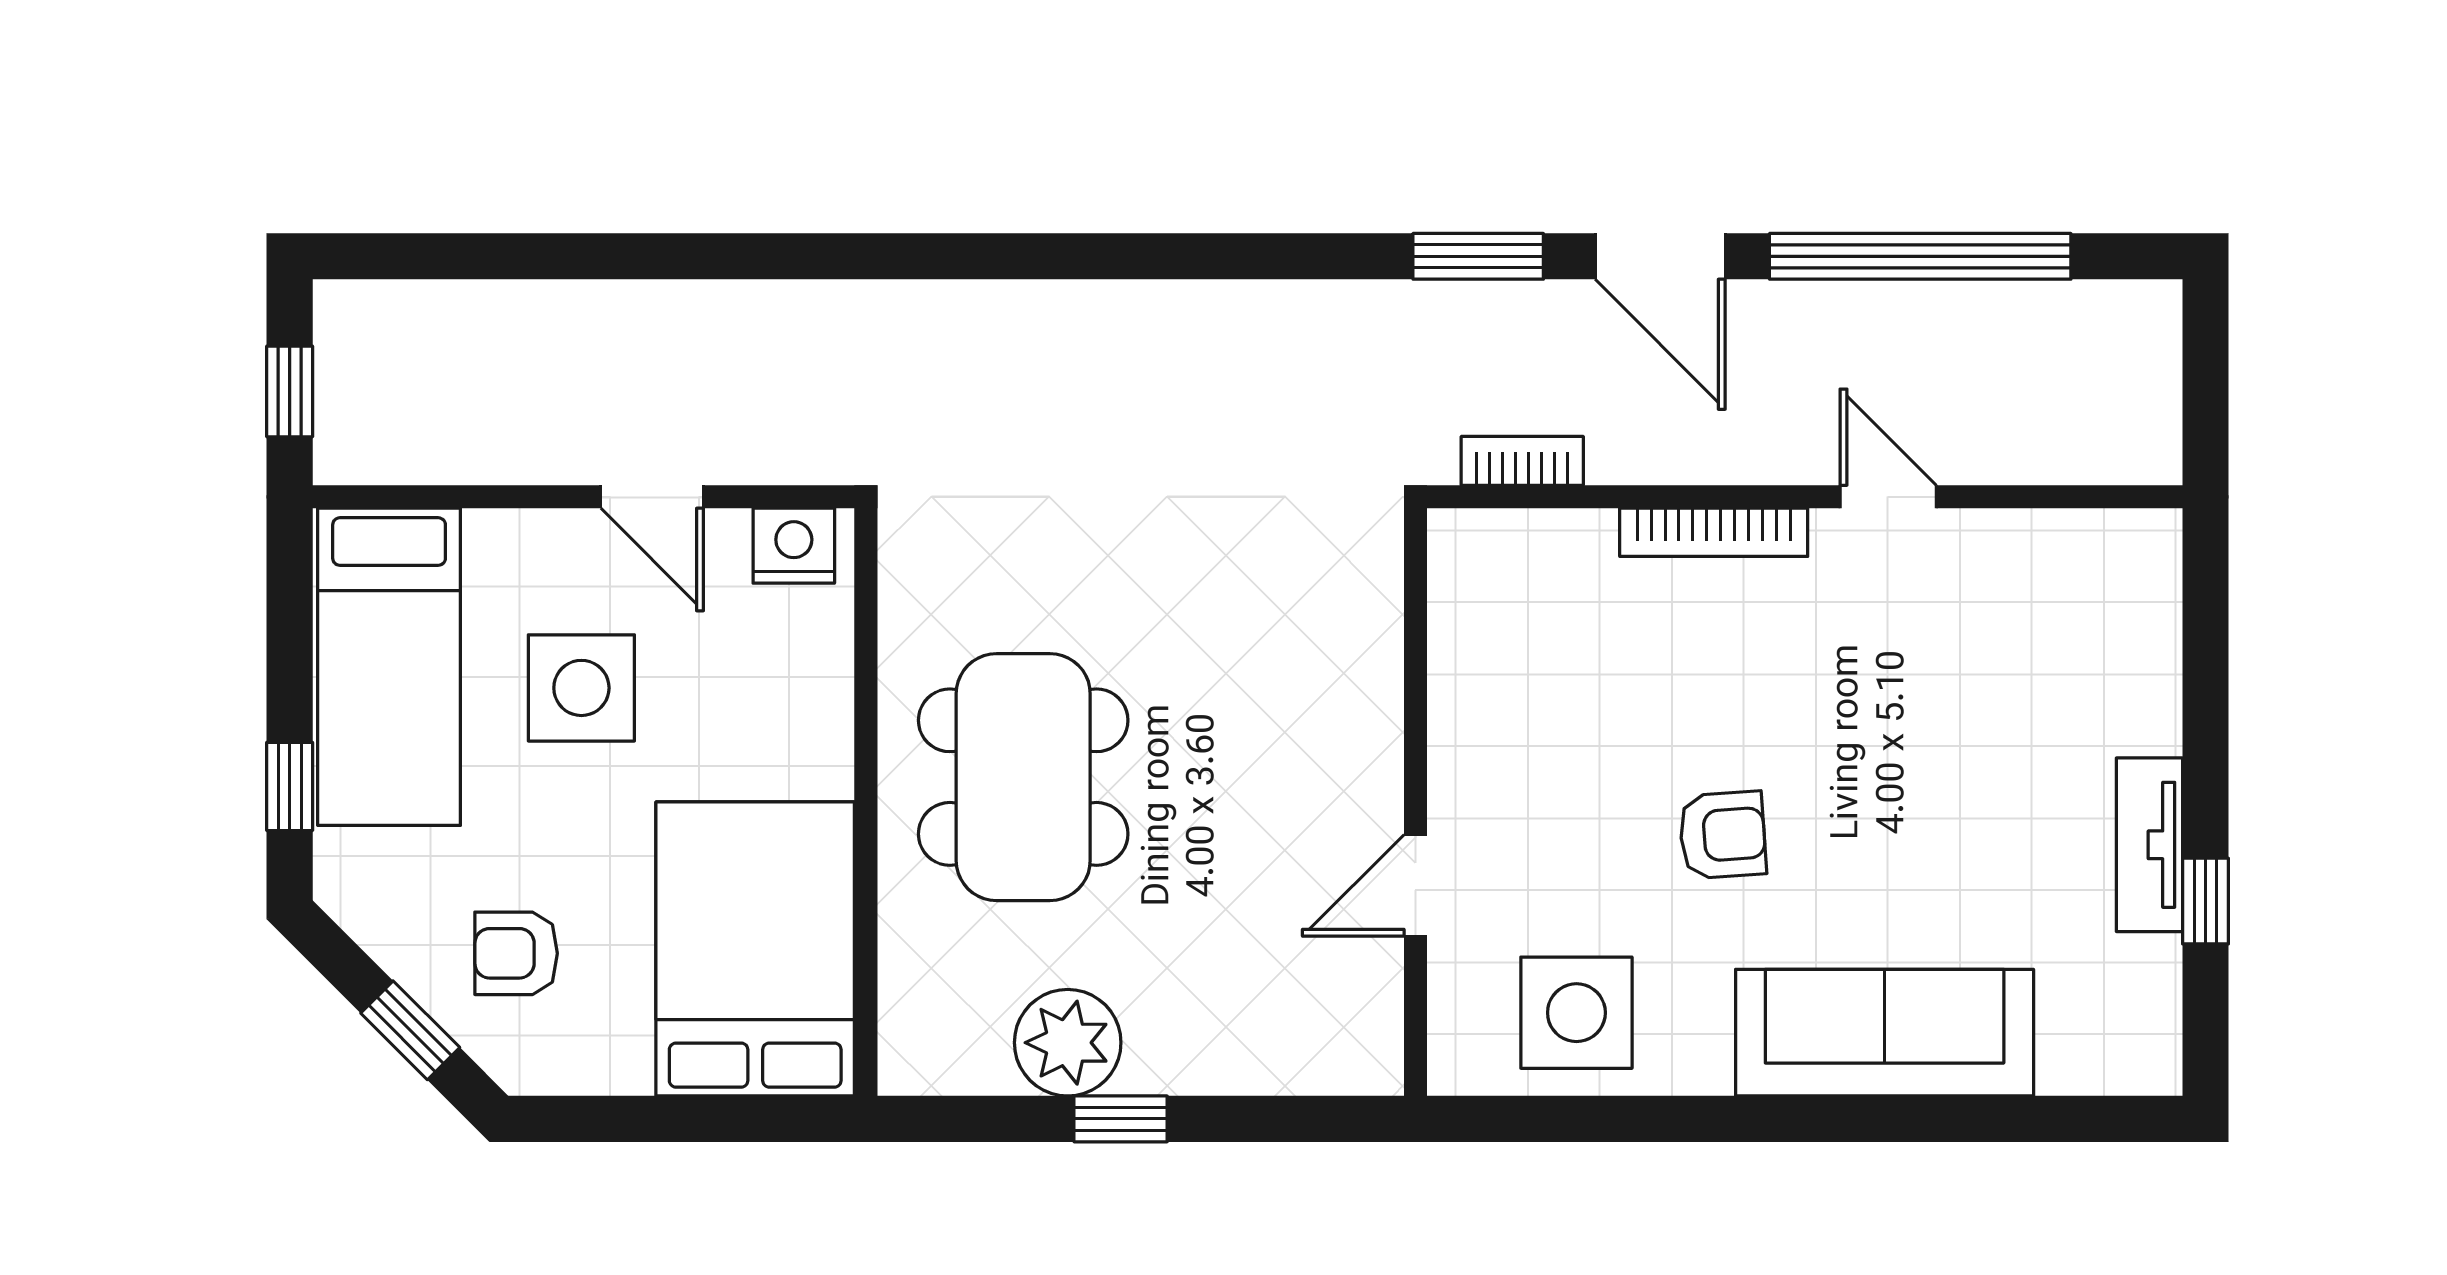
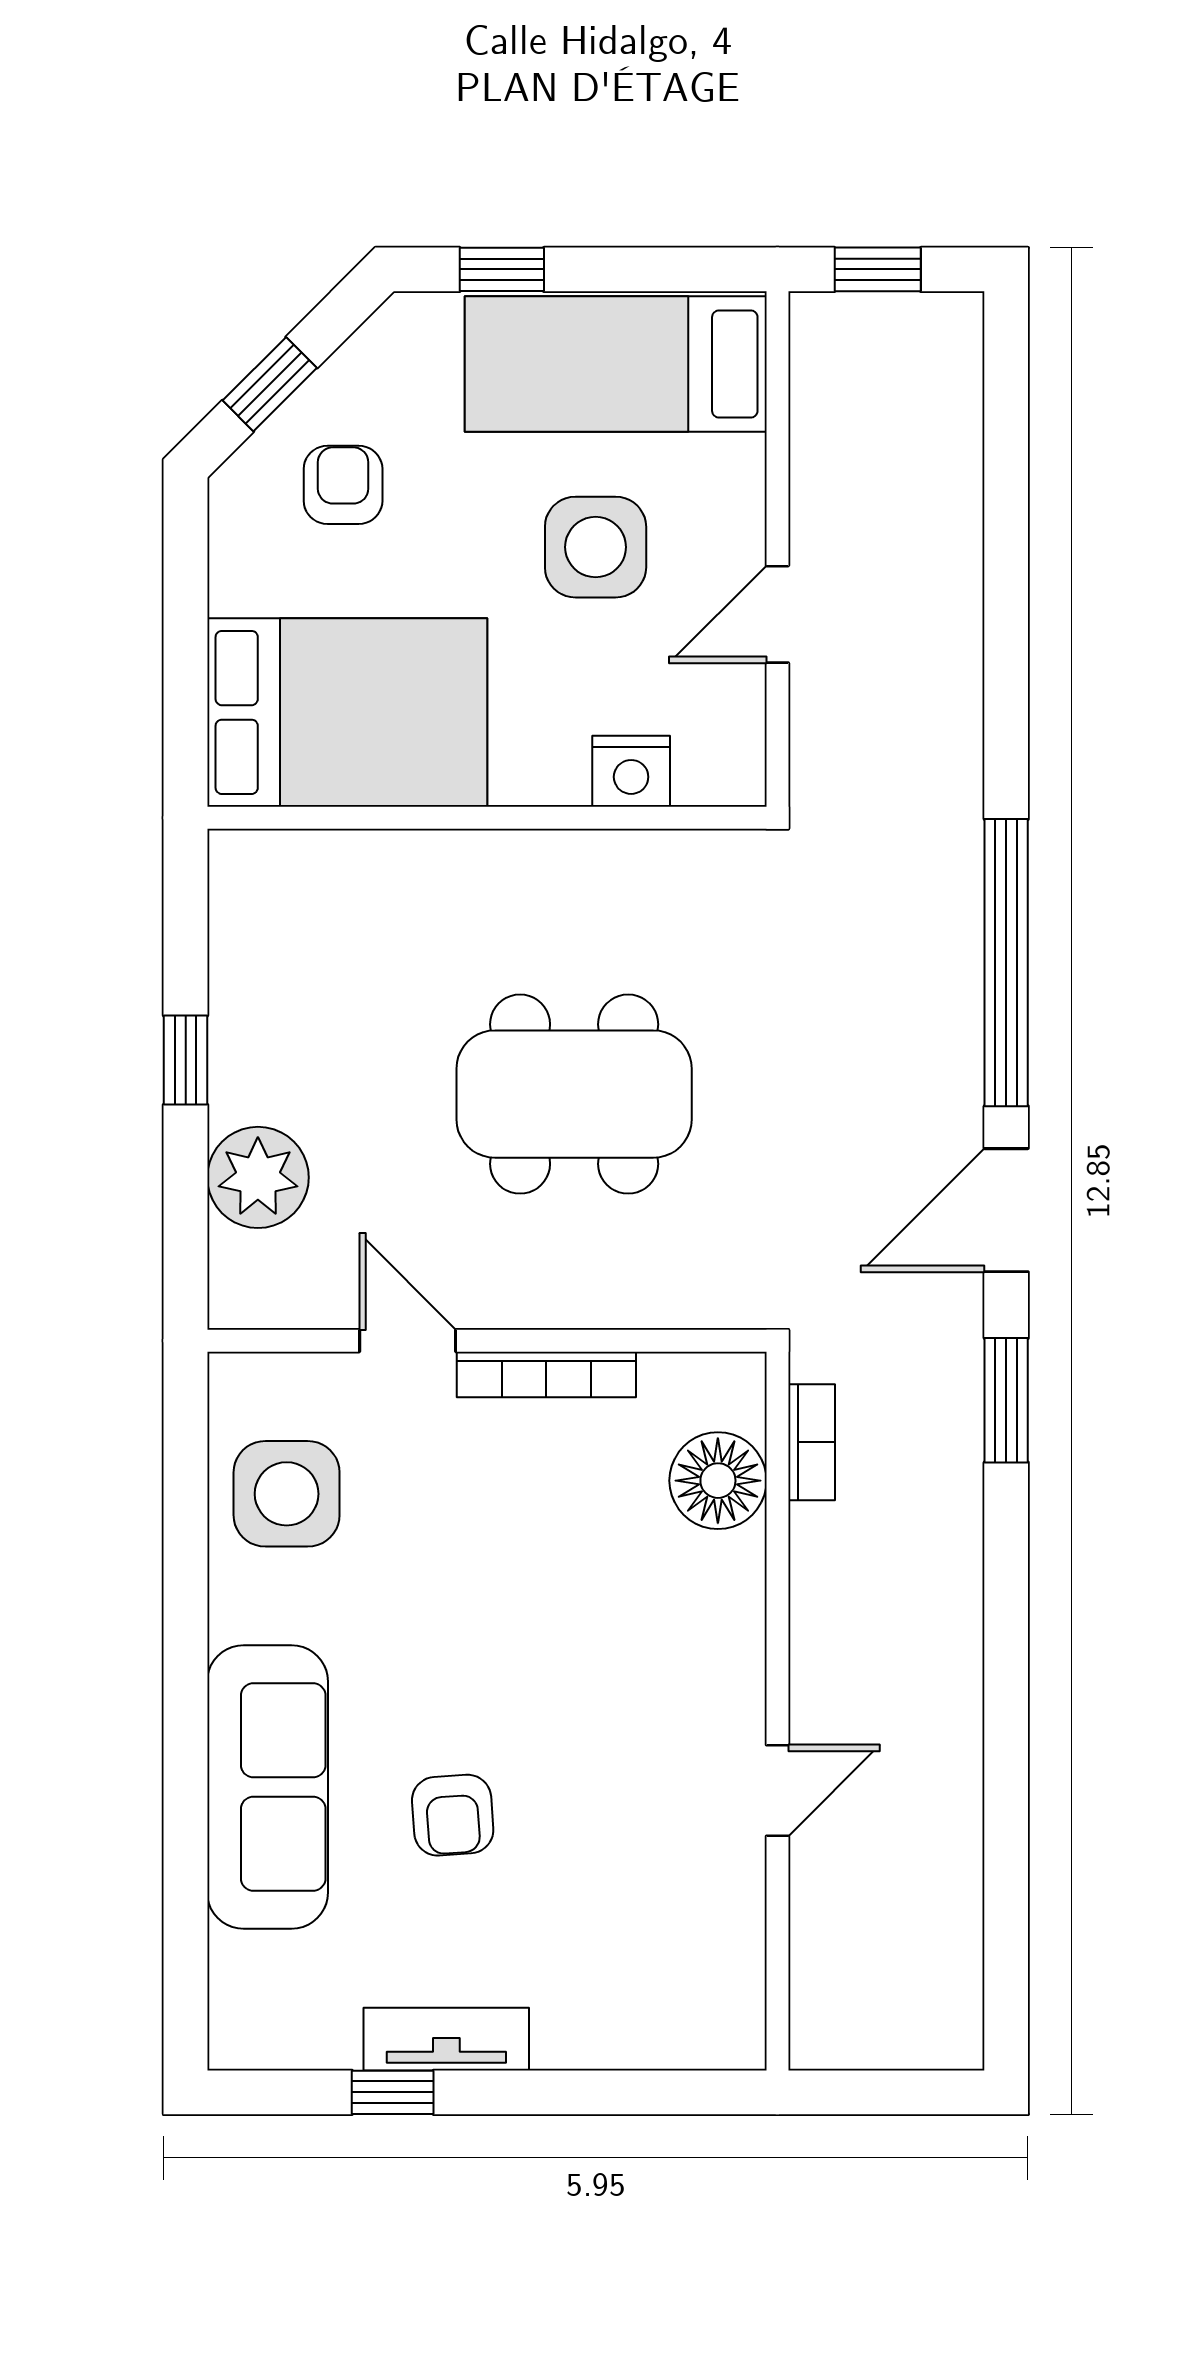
door: (1660, 256) -> (1006, 1210), moved
window: (1920, 256) -> (1006, 963), moved
bookcase: (1714, 532) -> (546, 1374), moved, turned -90
nightstand: (794, 546) -> (631, 771), moved, turned 90
floor lamp: (1563, 559) -> (718, 1481), added
dining table: (1023, 777) -> (574, 1094), moved
armchair: (1723, 835) -> (453, 1815), moved
plant: (1068, 1043) -> (258, 1177), moved

